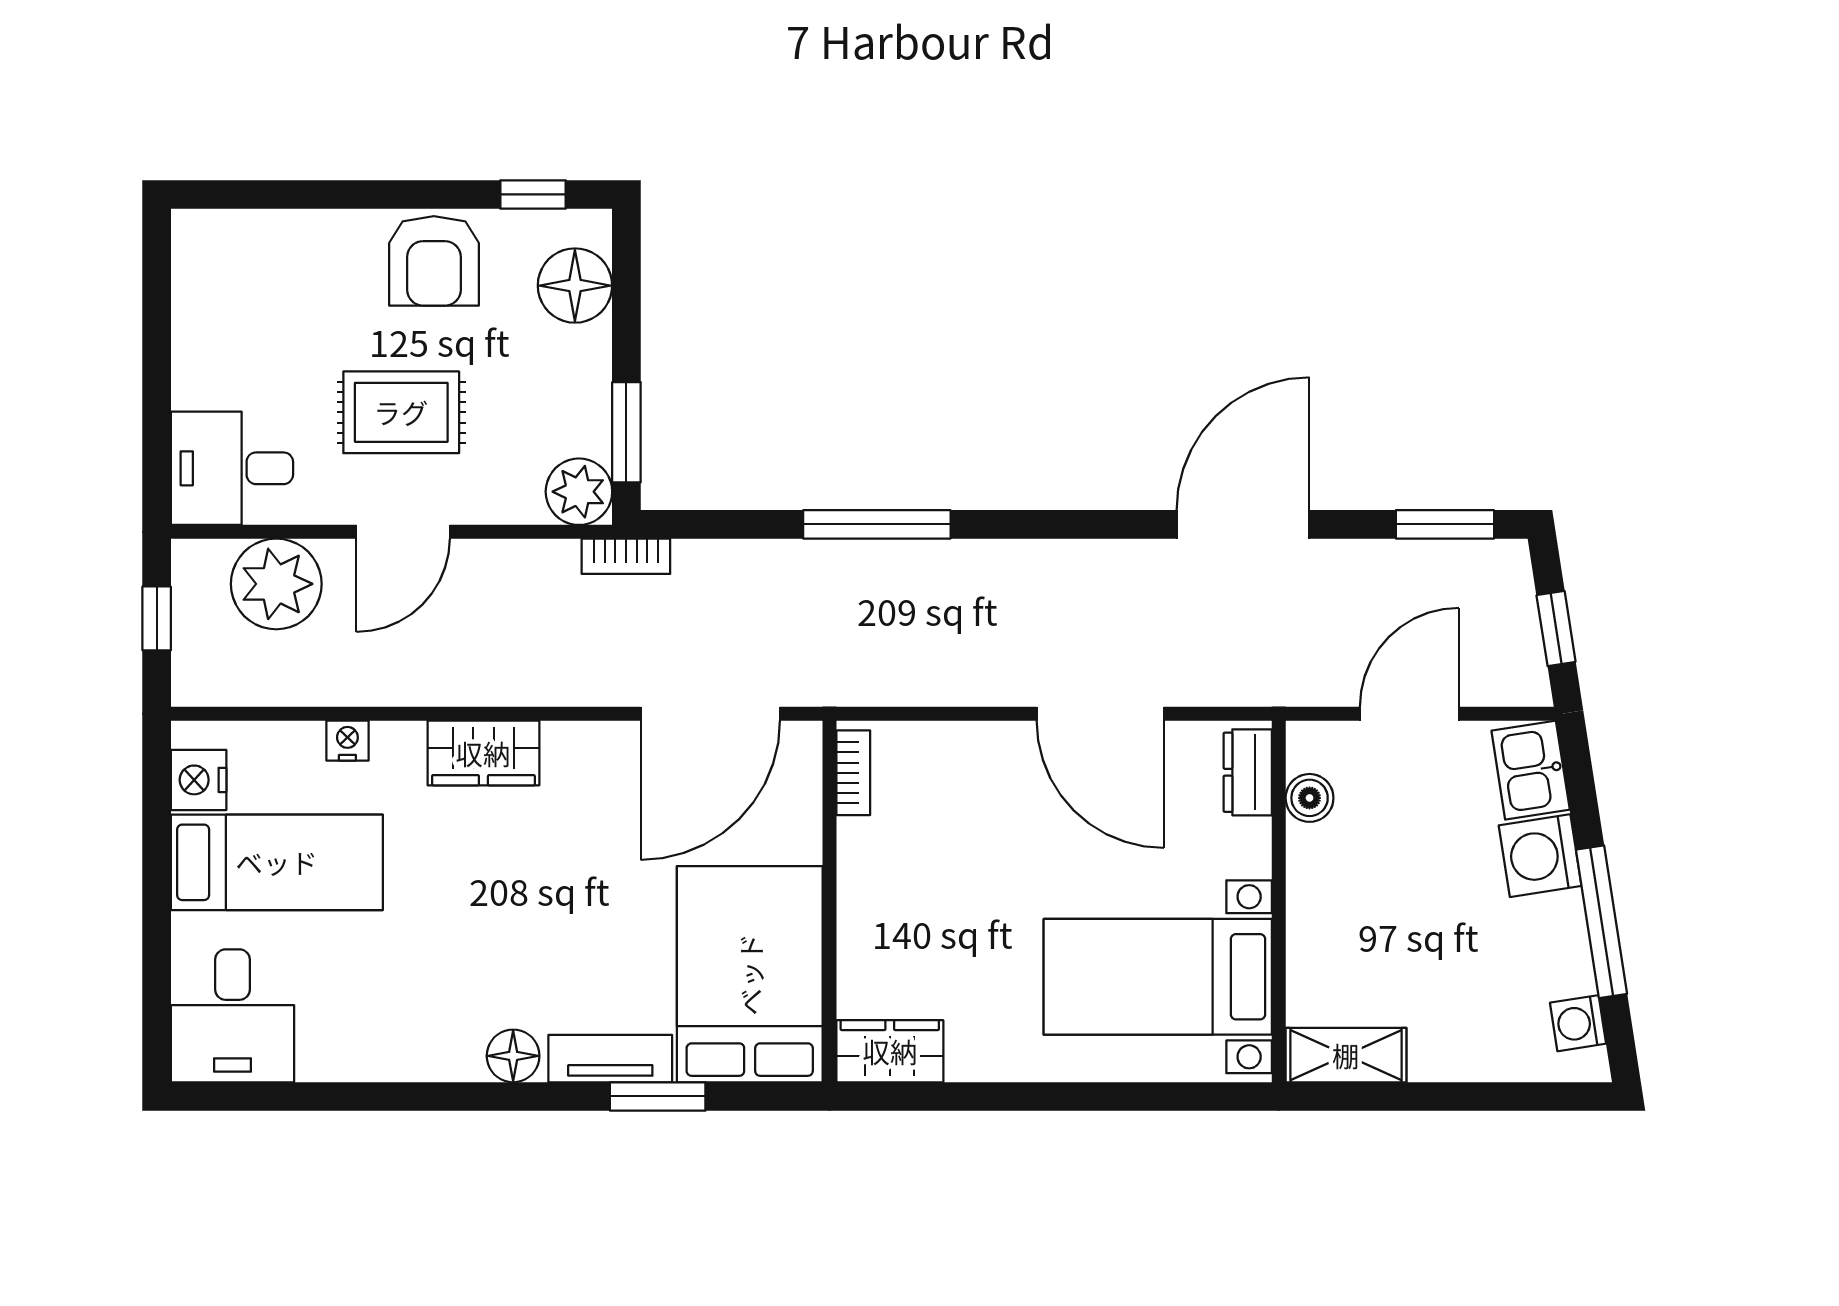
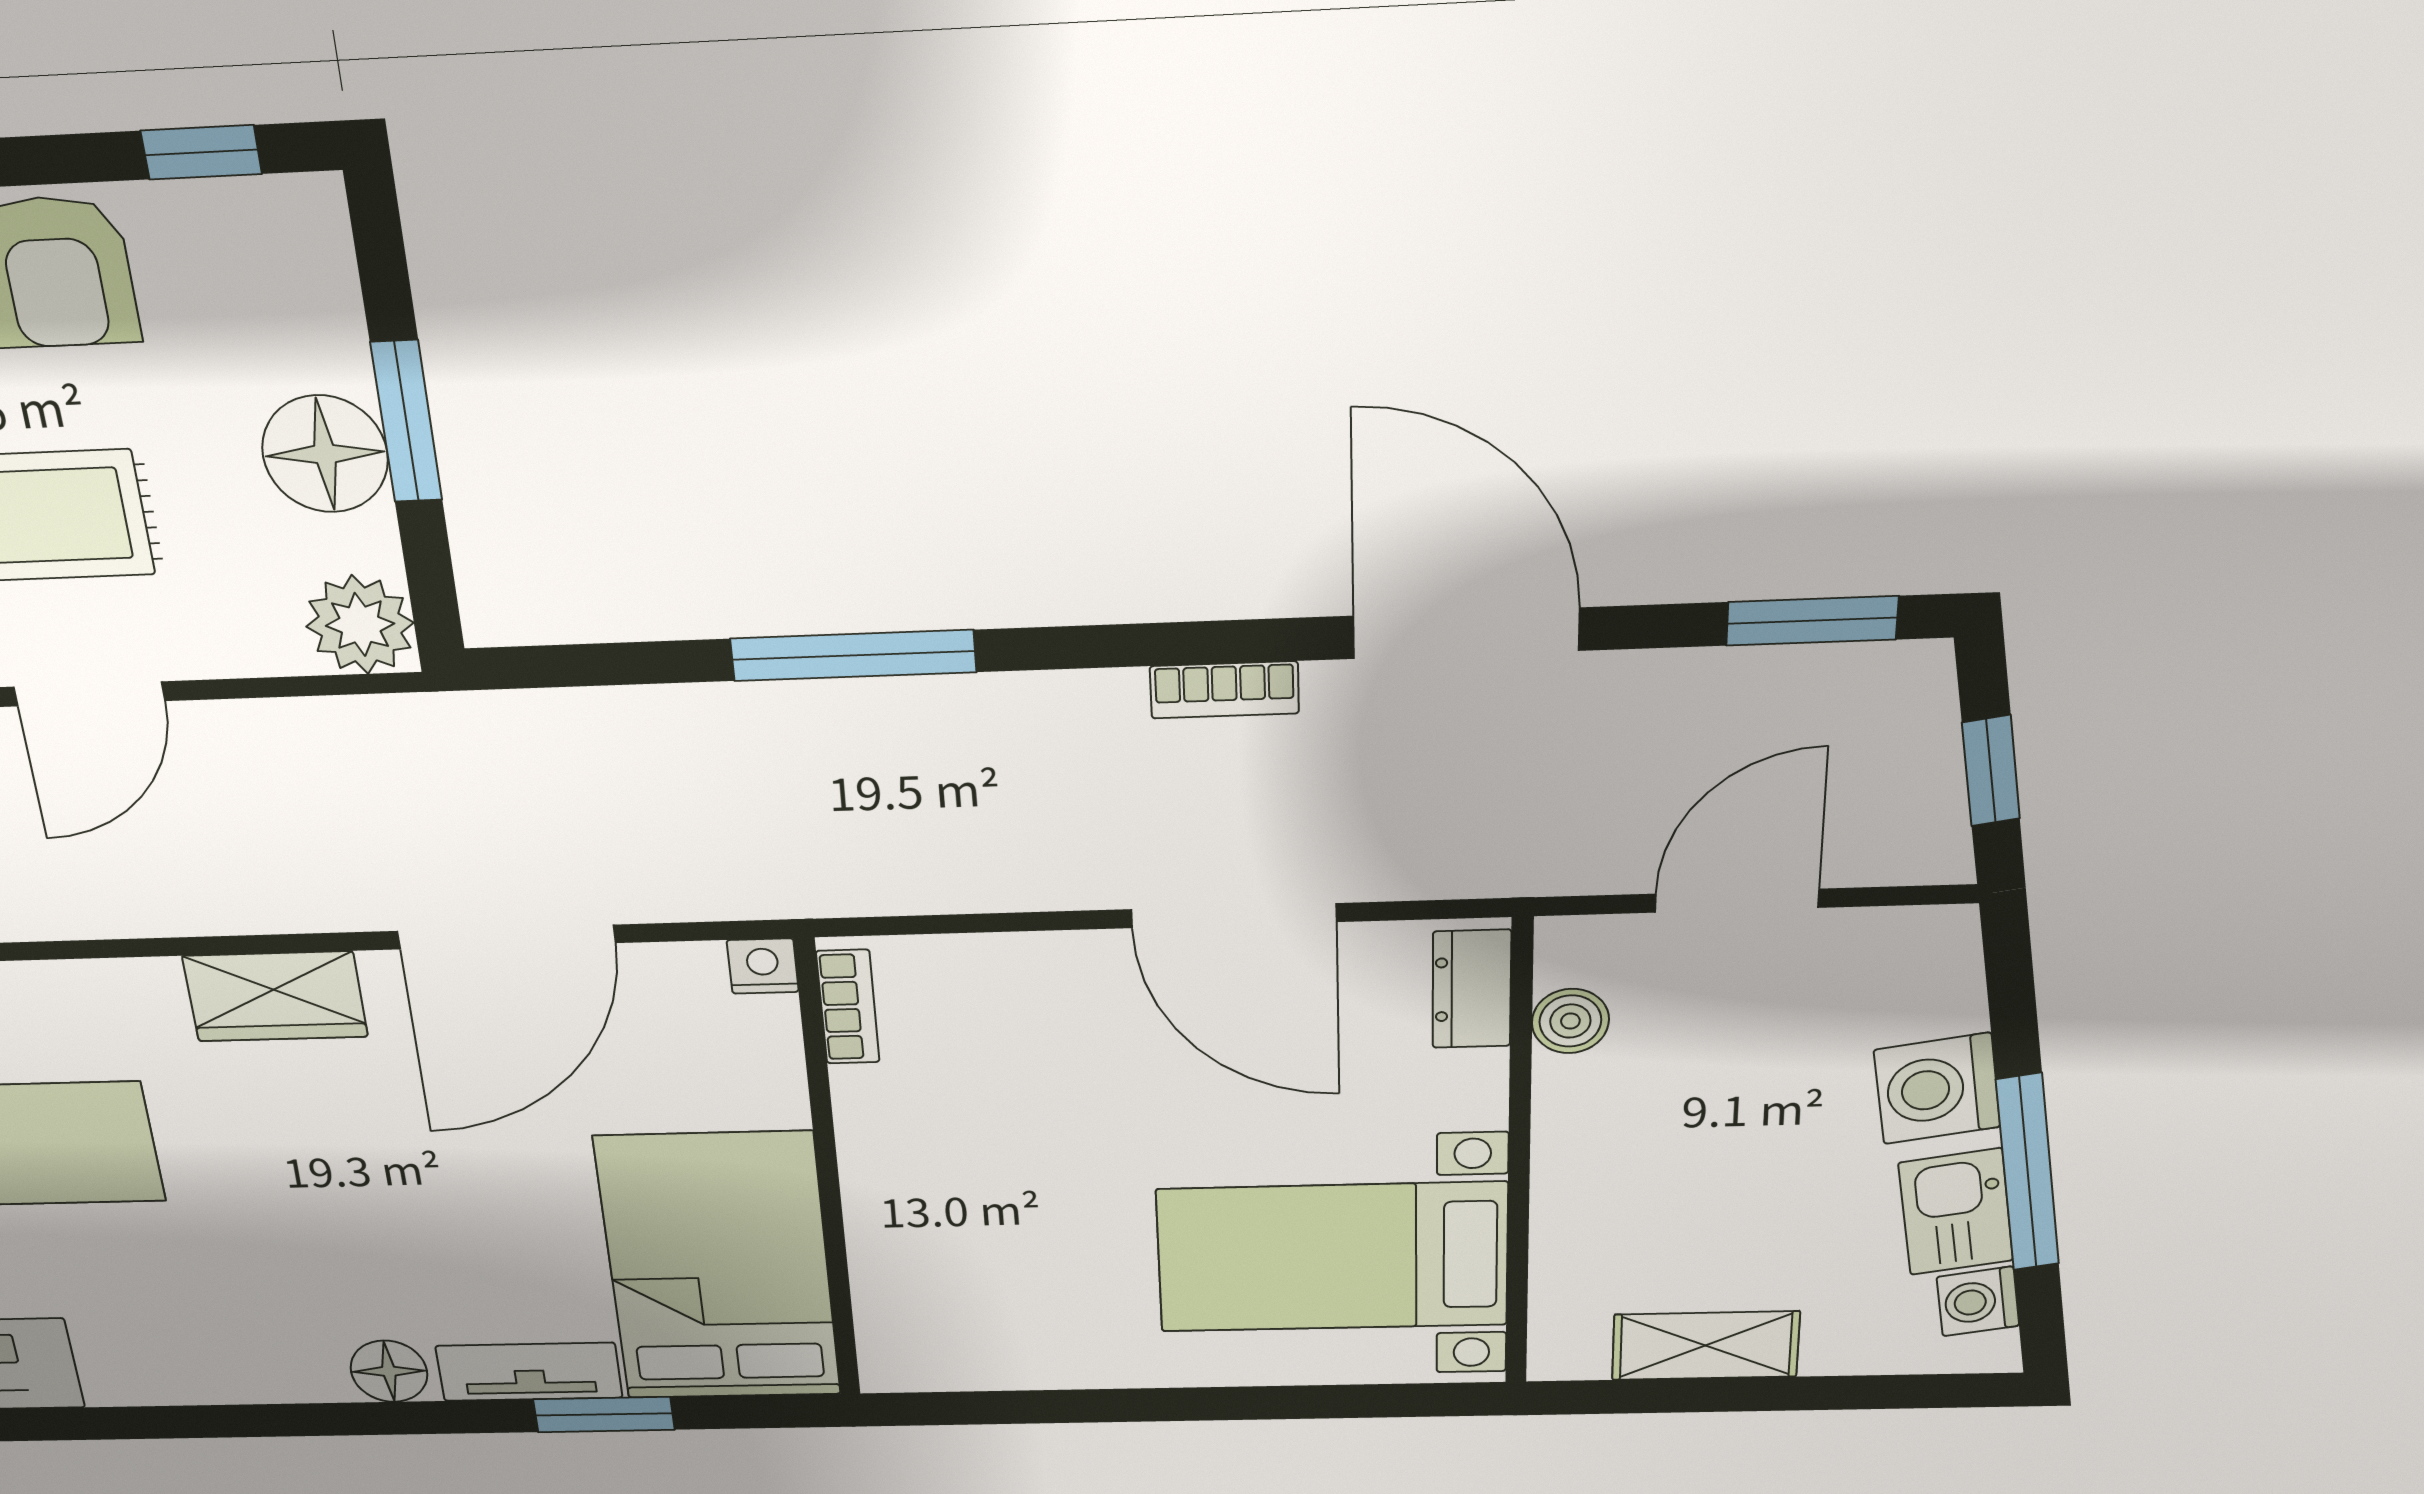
floor lamp: (575, 286) -> (325, 454), moved
window: (626, 432) -> (406, 422), moved
door: (1243, 524) -> (1466, 633), hinge flipped
bookcase: (626, 556) -> (1224, 690), moved
door: (710, 714) -> (506, 937), moved
nightstand: (347, 741) -> (763, 966), moved
kitchen sink: (1531, 770) -> (1956, 1212), moved
wardrobe: (890, 1051) -> (935, 1356), removed
shelving: (1346, 1055) -> (1706, 1346), moved

